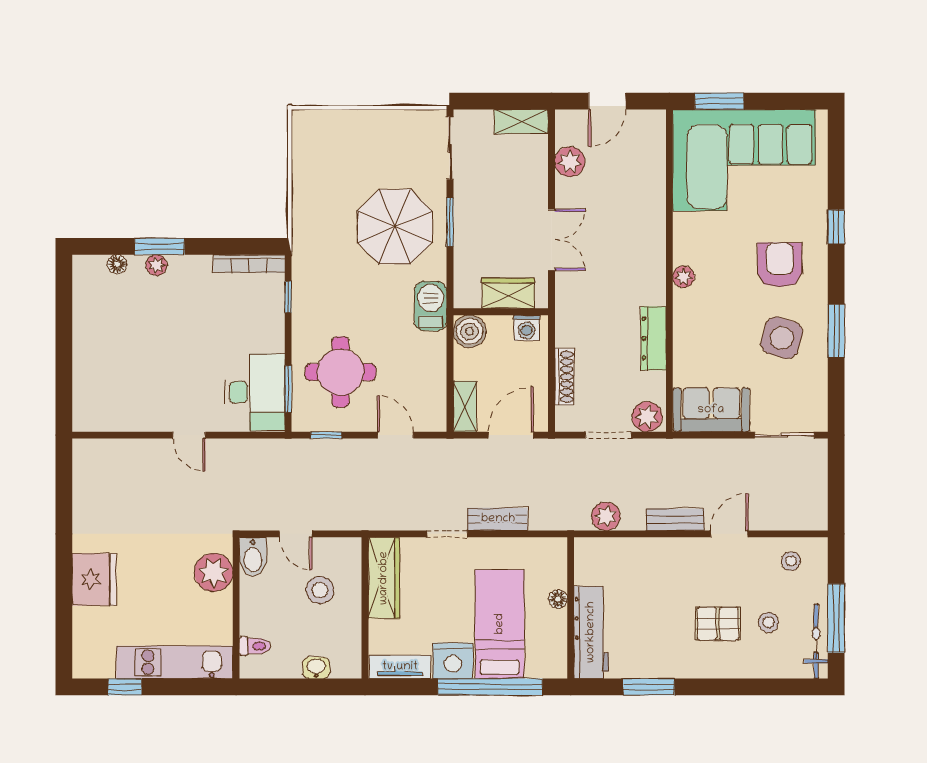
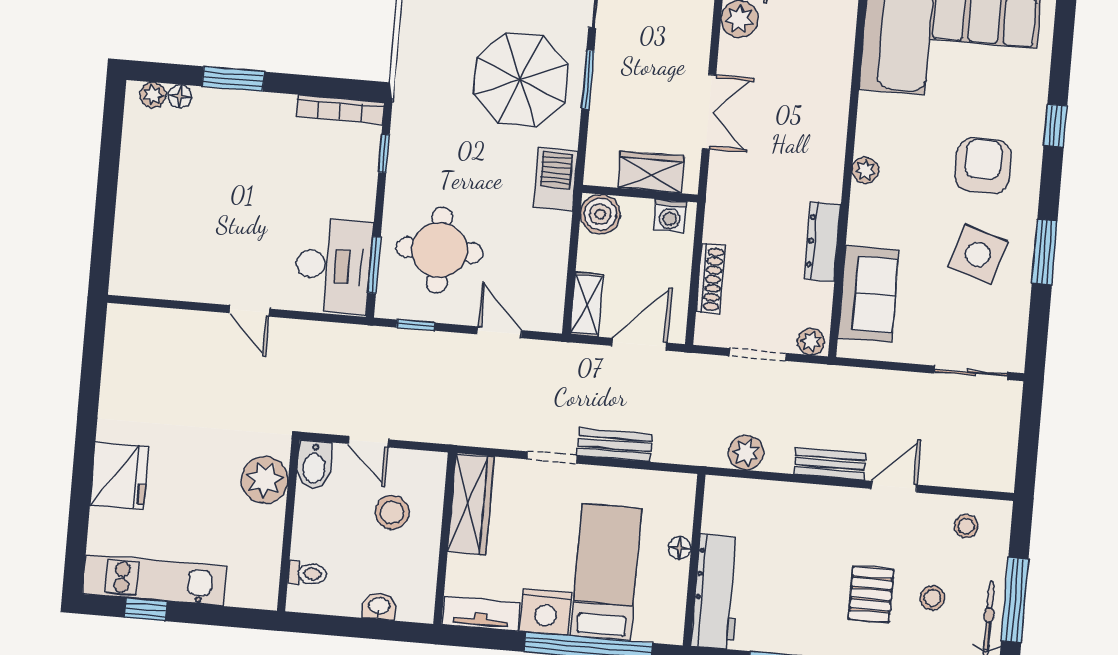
plant: (157, 265) -> (153, 95), moved
sofa: (711, 410) -> (868, 294), moved, turned 90
plant: (647, 417) -> (811, 342), width x0.73, depth x0.73
pallet: (718, 624) -> (871, 594), turned 90
kitchen unit: (175, 662) -> (154, 580), moved

